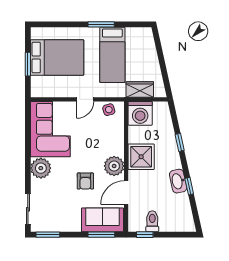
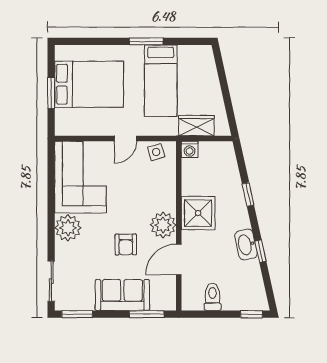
washing machine: (140, 113) -> (190, 149), width x0.53, depth x0.53
sofa: (102, 220) -> (122, 295), moved
window: (145, 235) -> (251, 314), moved

